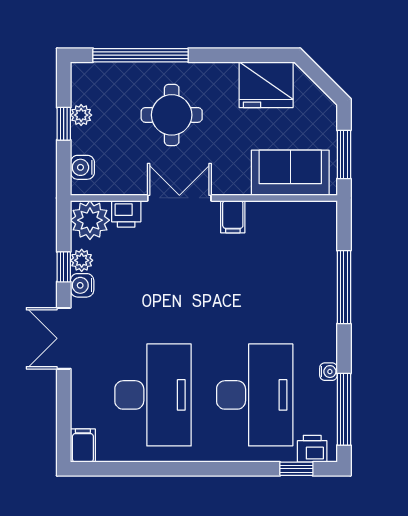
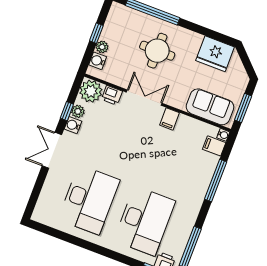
plant: (81, 115) -> (102, 47), moved
water cooler: (328, 372) -> (223, 135), moved
filing cabinet: (83, 446) -> (214, 146), moved, turned -90

